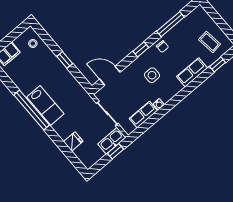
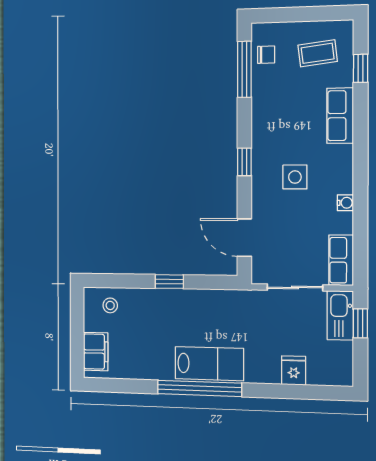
window: (170, 24) -> (244, 69), moved
chair: (162, 47) -> (266, 55), moved
door: (110, 76) -> (244, 238), hinge flipped
row of seats: (143, 115) -> (341, 260), moved

